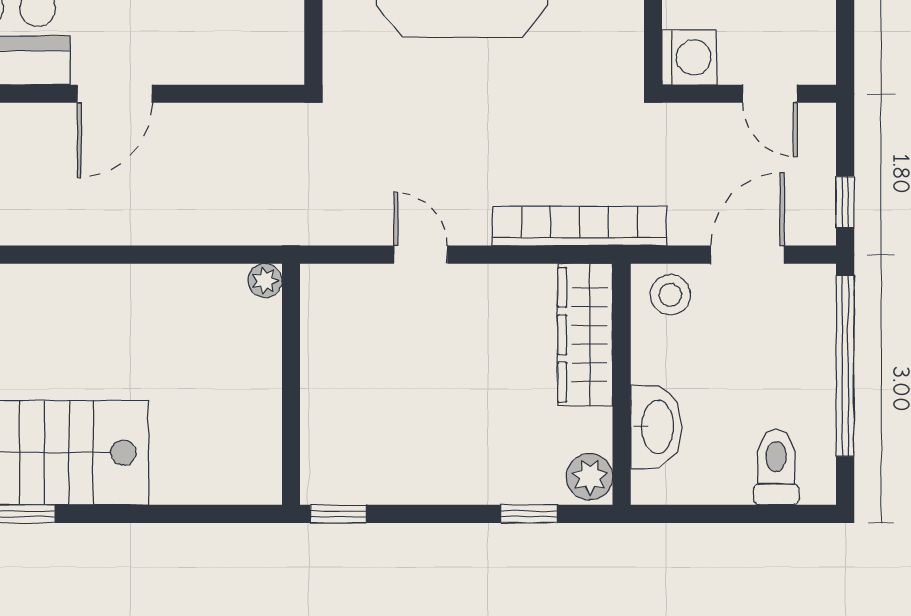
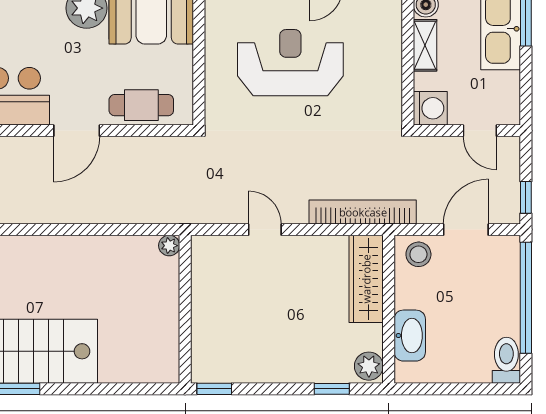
cafe table: (220, 52) -> (141, 105), added
toilet: (776, 467) -> (506, 360), moved

